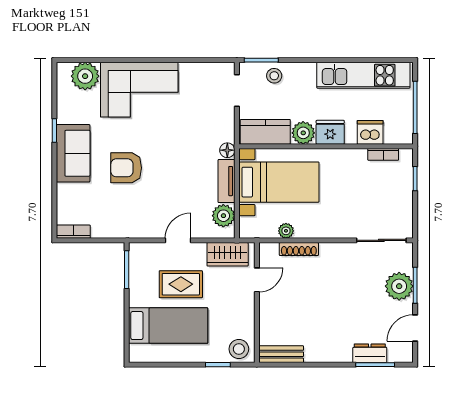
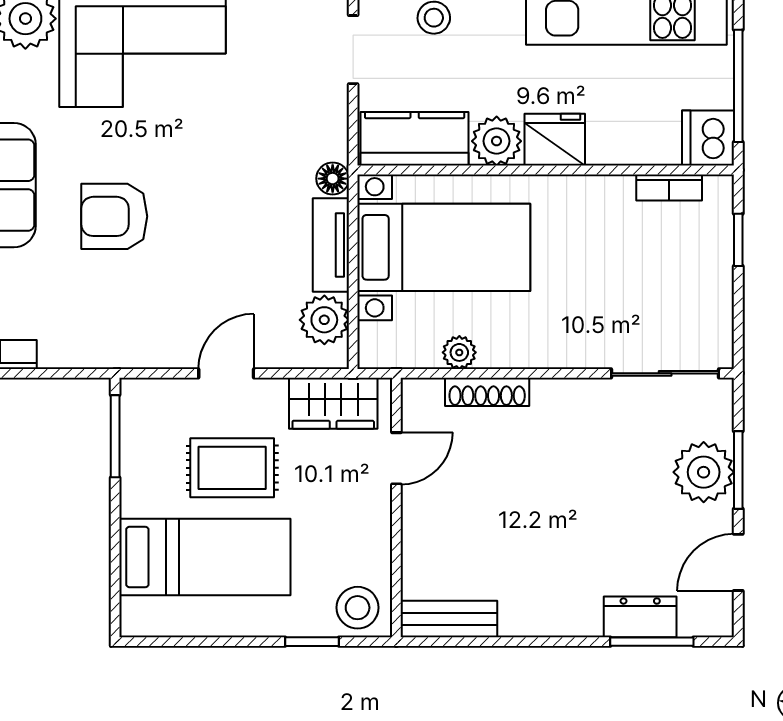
dishwasher: (370, 132) -> (708, 138), moved, turned -90

